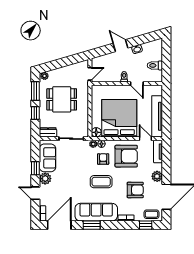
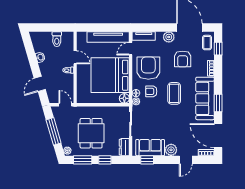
door: (121, 46) -> (40, 84), moved
window: (64, 62) -> (54, 131), added
door: (137, 84) -> (75, 57), hinge flipped
window: (35, 168) -> (147, 160), moved
armchair: (135, 190) -> (183, 59), turned 180

